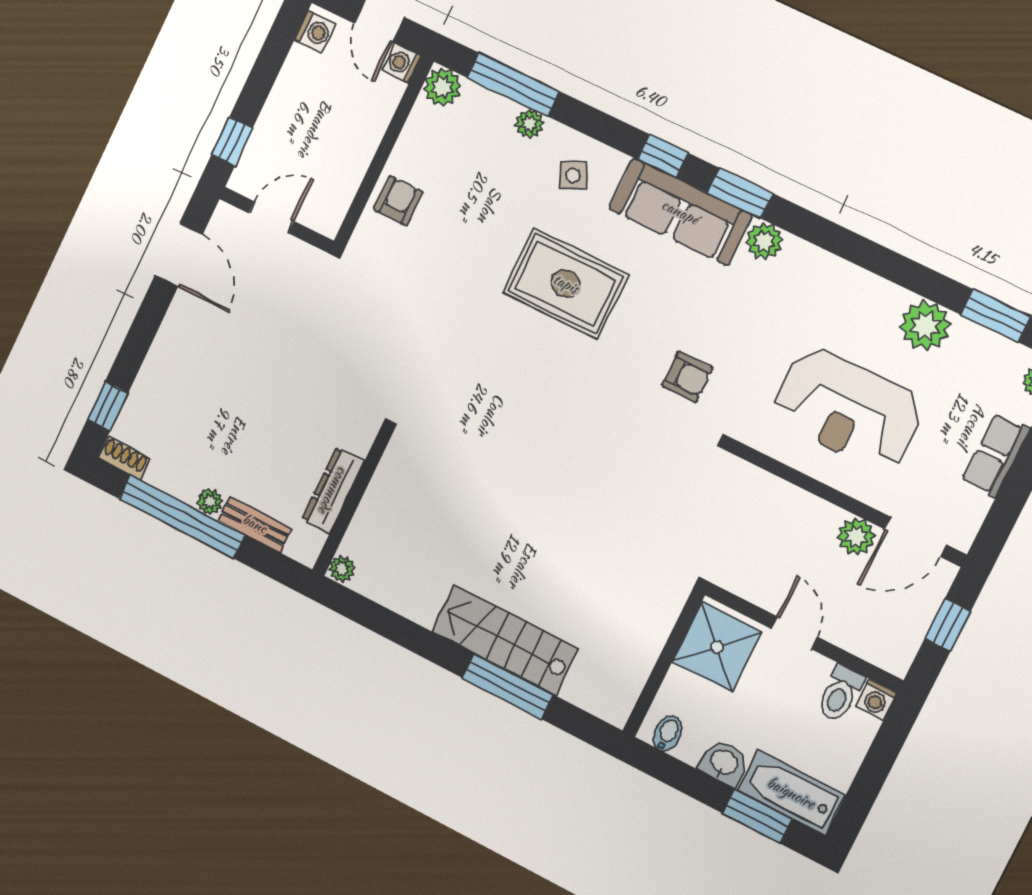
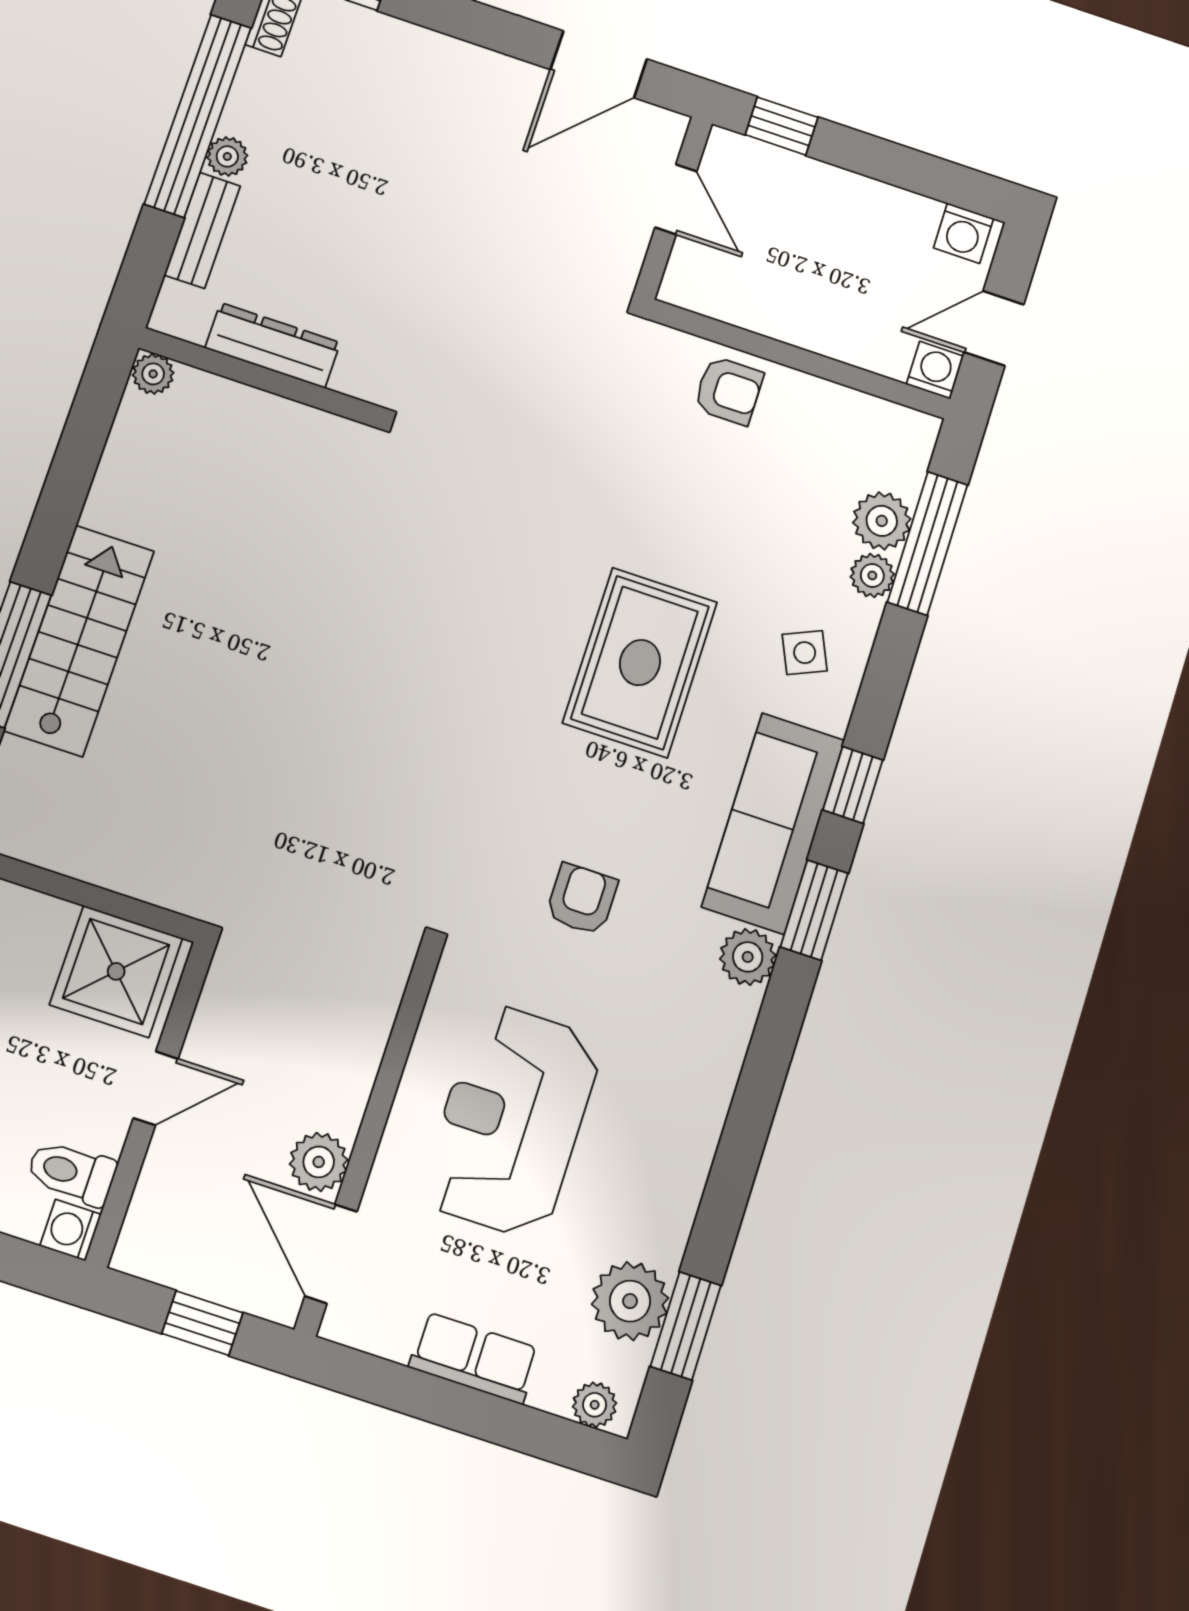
plant: (442, 87) -> (882, 521), moved
plant: (925, 326) -> (630, 1301), moved
armchair: (687, 377) -> (582, 899), moved, turned 180

